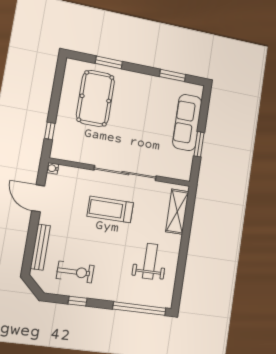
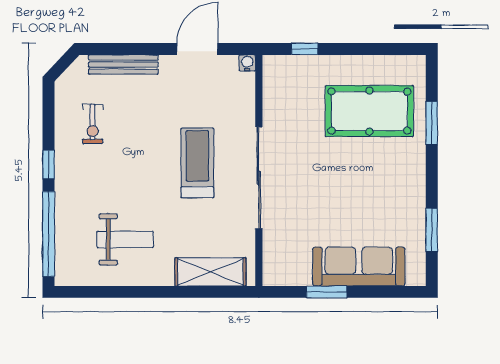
exercise bike: (75, 272) -> (93, 124), width x0.73, depth x0.72
window: (77, 301) -> (49, 165), moved

